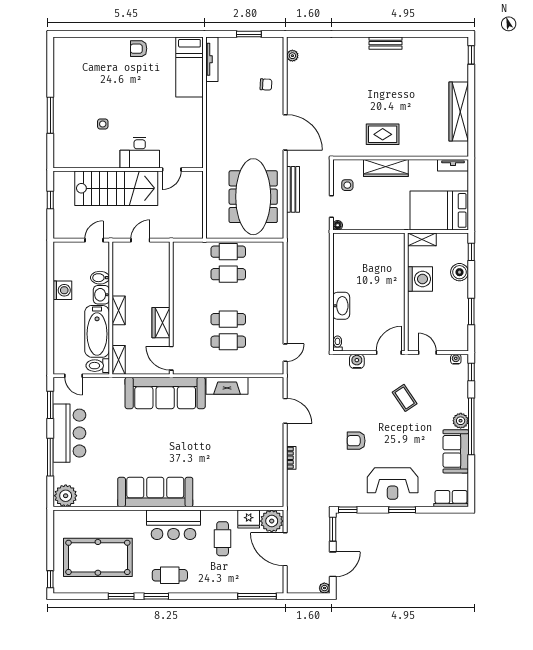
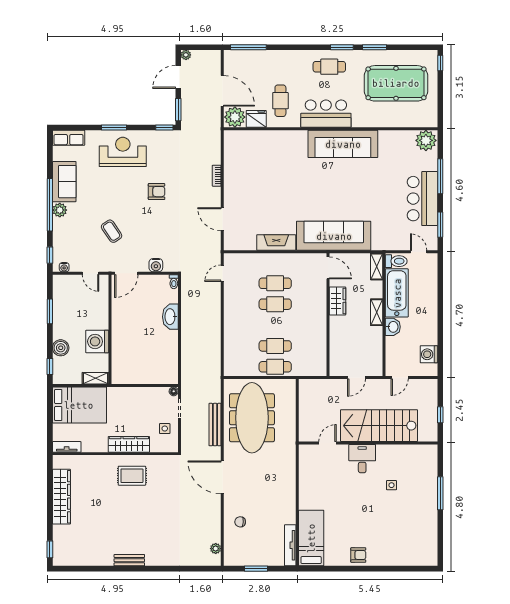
desk: (140, 153) -> (362, 459), width x0.73
bidet: (100, 278) -> (394, 343), removed
washing machine: (62, 290) -> (429, 354), moved

